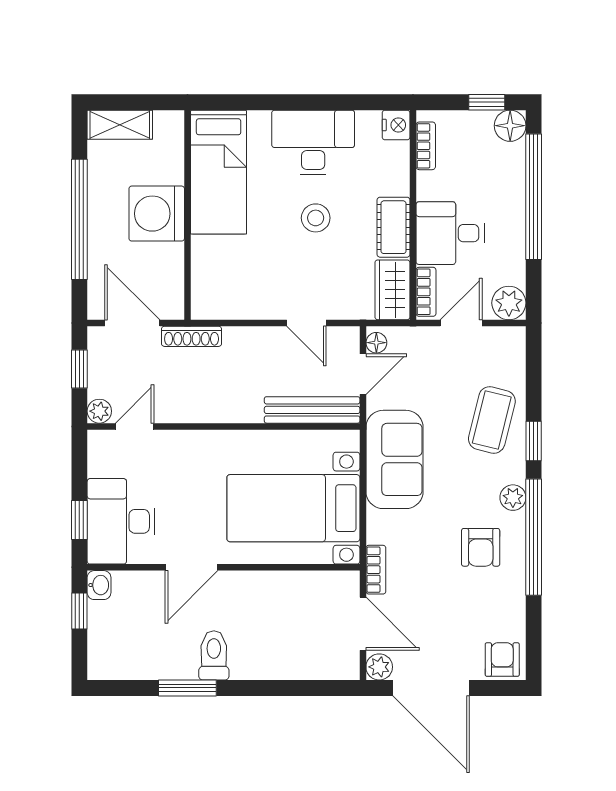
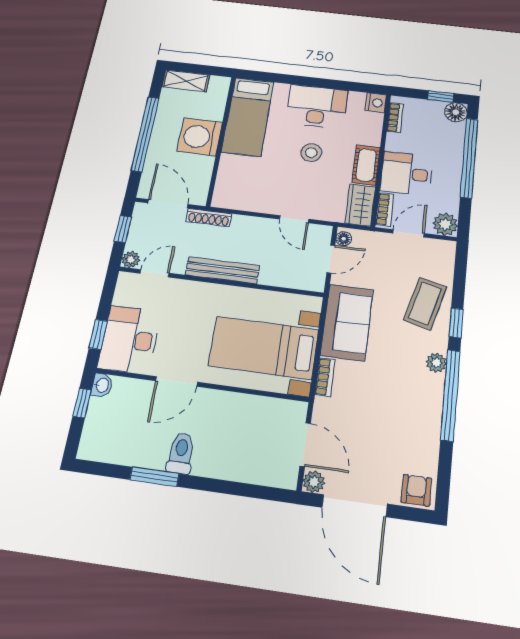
bench: (312, 410) -> (223, 270), moved
armchair: (481, 547) -> (407, 397), removed
bookcase: (376, 570) -> (325, 377), moved

